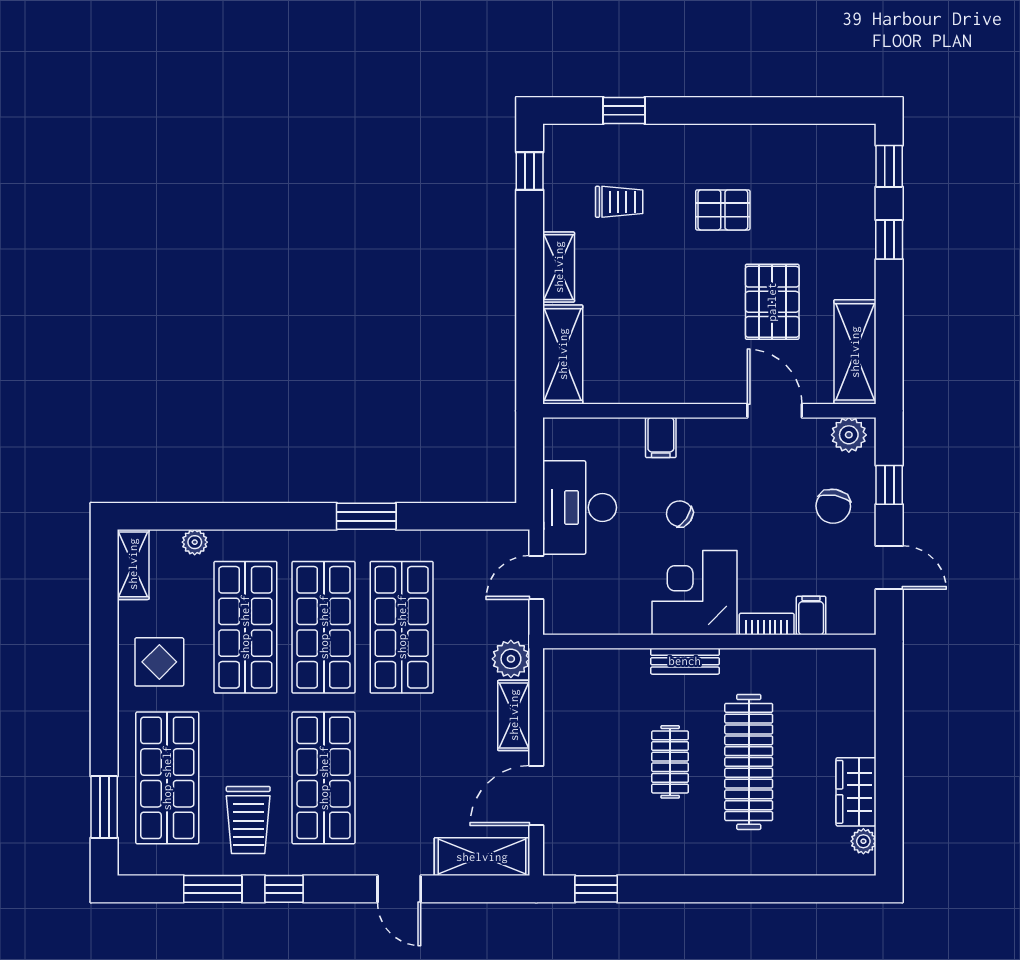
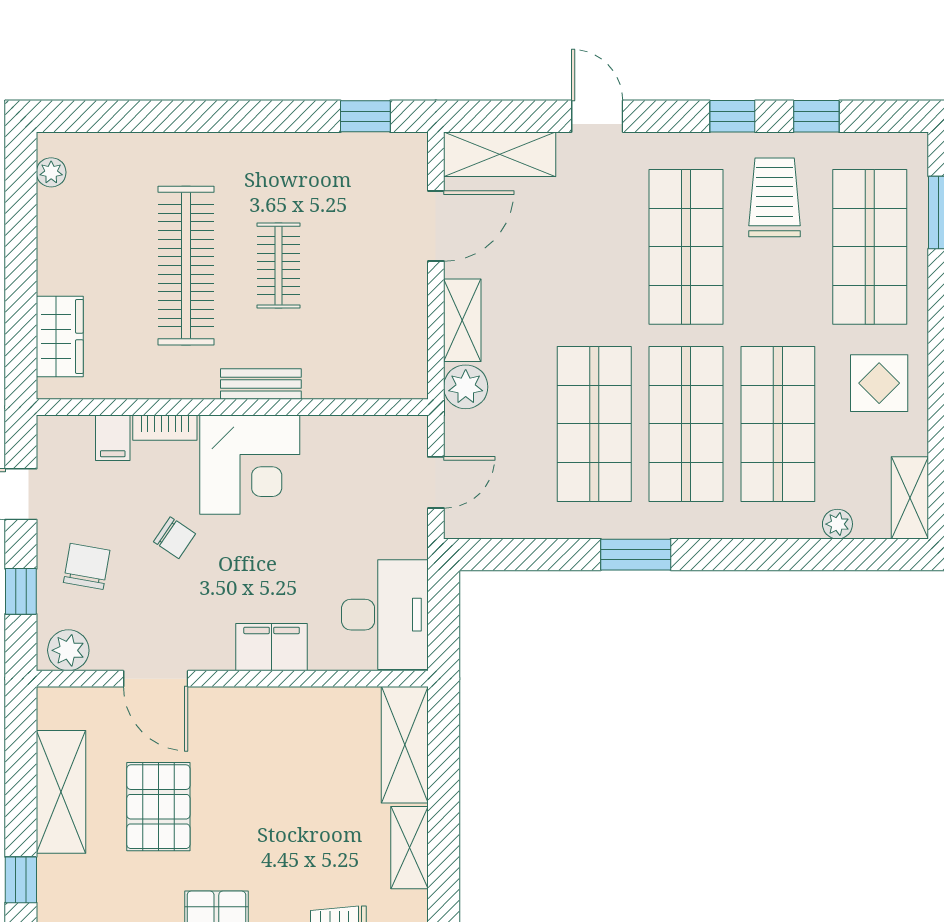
shelving: (855, 352) -> (61, 792), moved
filing cabinet: (661, 438) -> (272, 647), width x2.00
desk: (580, 507) -> (385, 615), moved
chair: (680, 514) -> (175, 538), moved
wardrobe: (856, 792) -> (60, 336), moved
window: (213, 889) -> (816, 116), width x0.67

